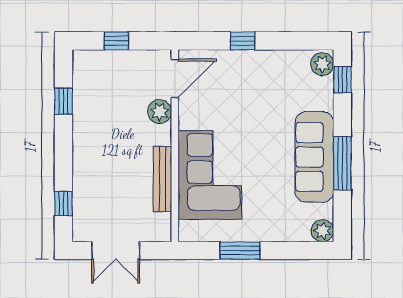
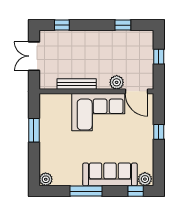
sofa: (314, 157) -> (110, 174), moved
corner sofa: (210, 175) -> (98, 112), moved

